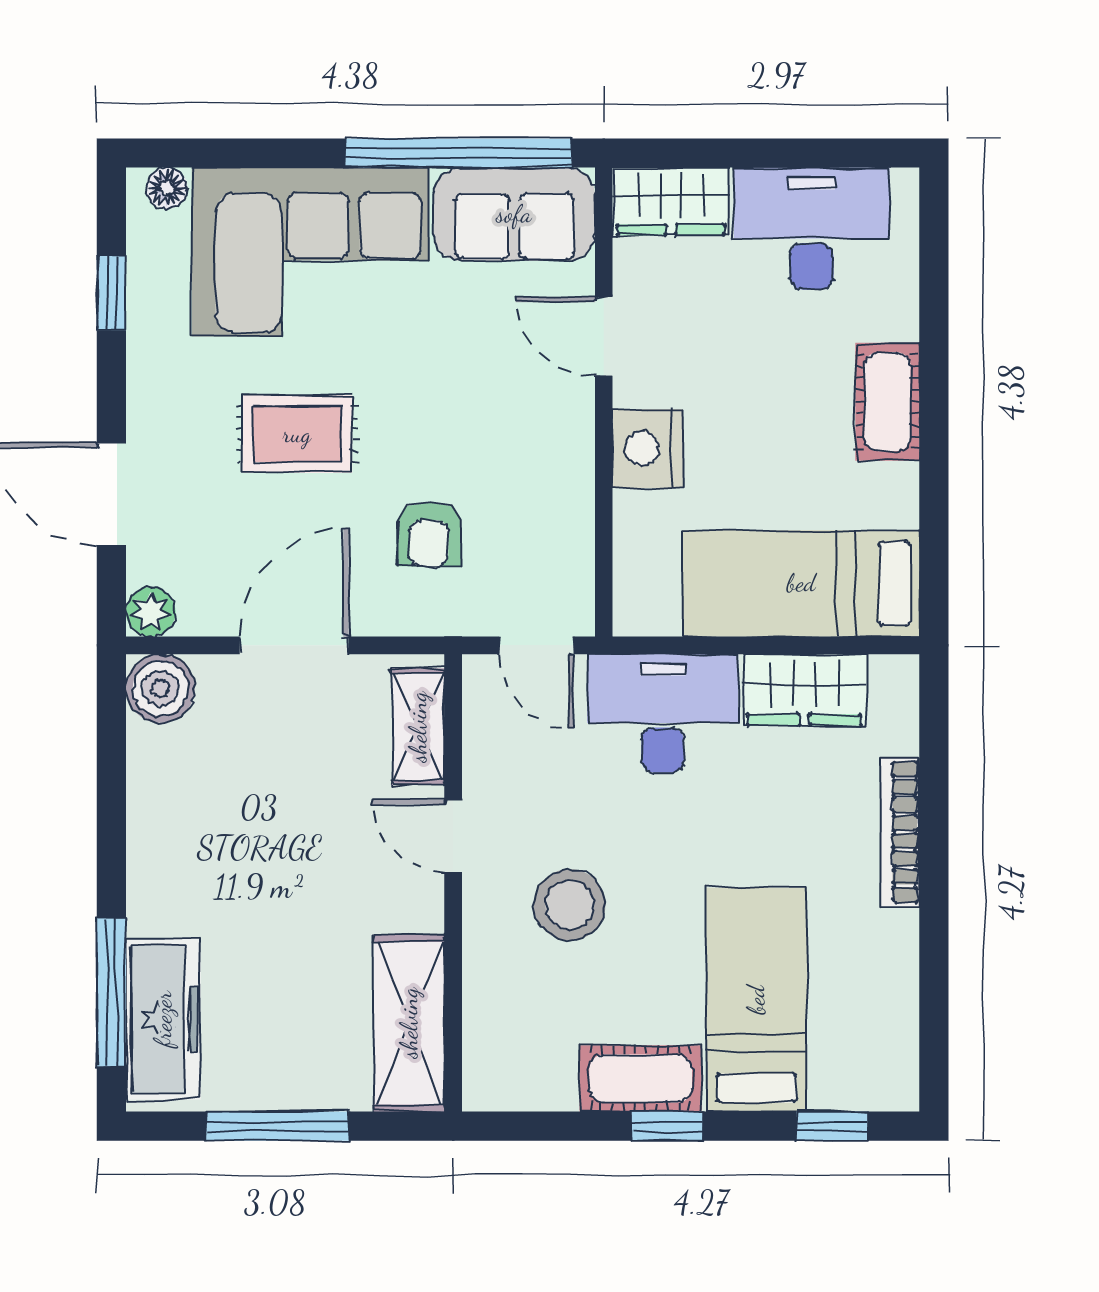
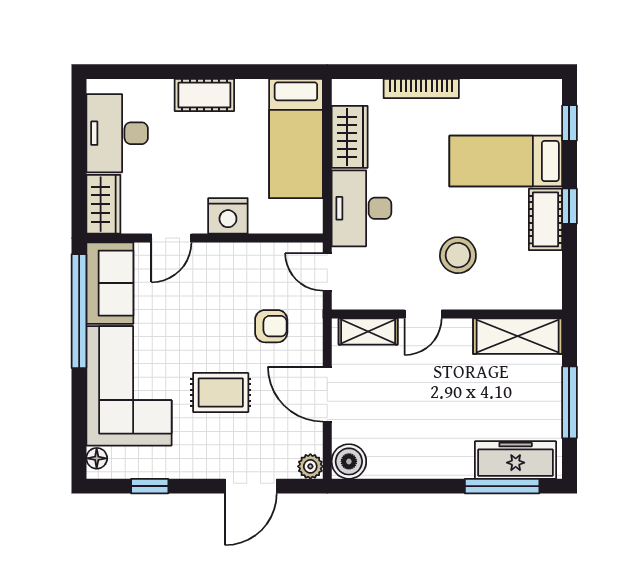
rug: (297, 434) -> (221, 393), turned 90
door: (536, 645) -> (327, 272), swing flipped

